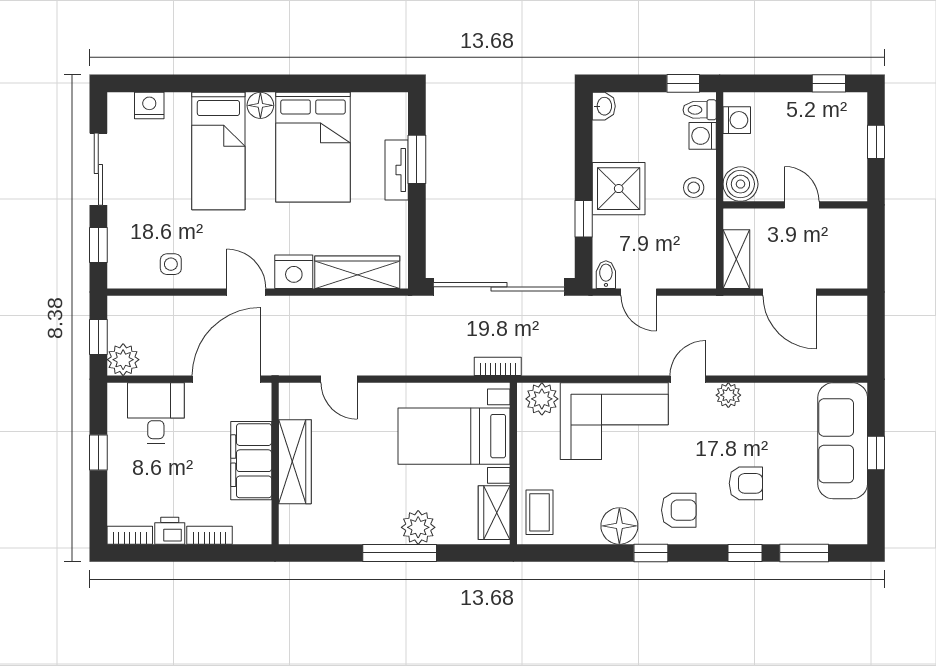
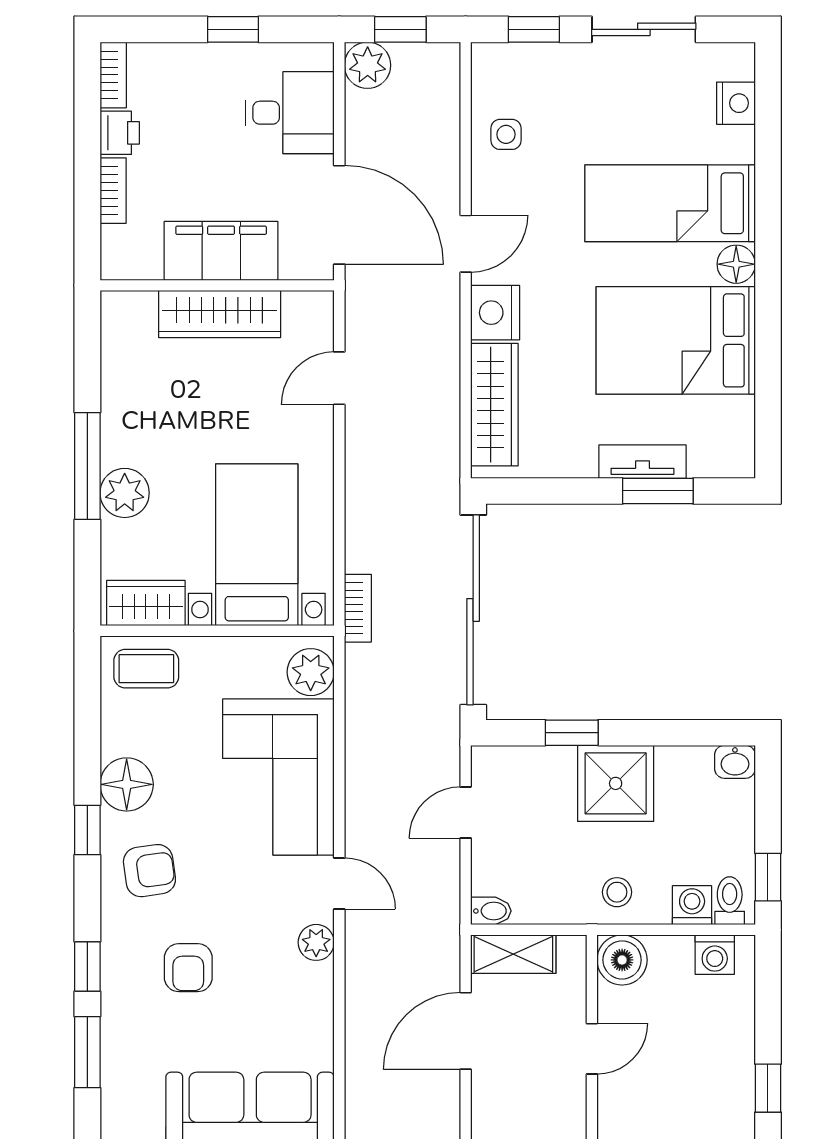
bidet: (606, 275) -> (491, 911), moved
armchair: (679, 510) -> (149, 871), turned -98

